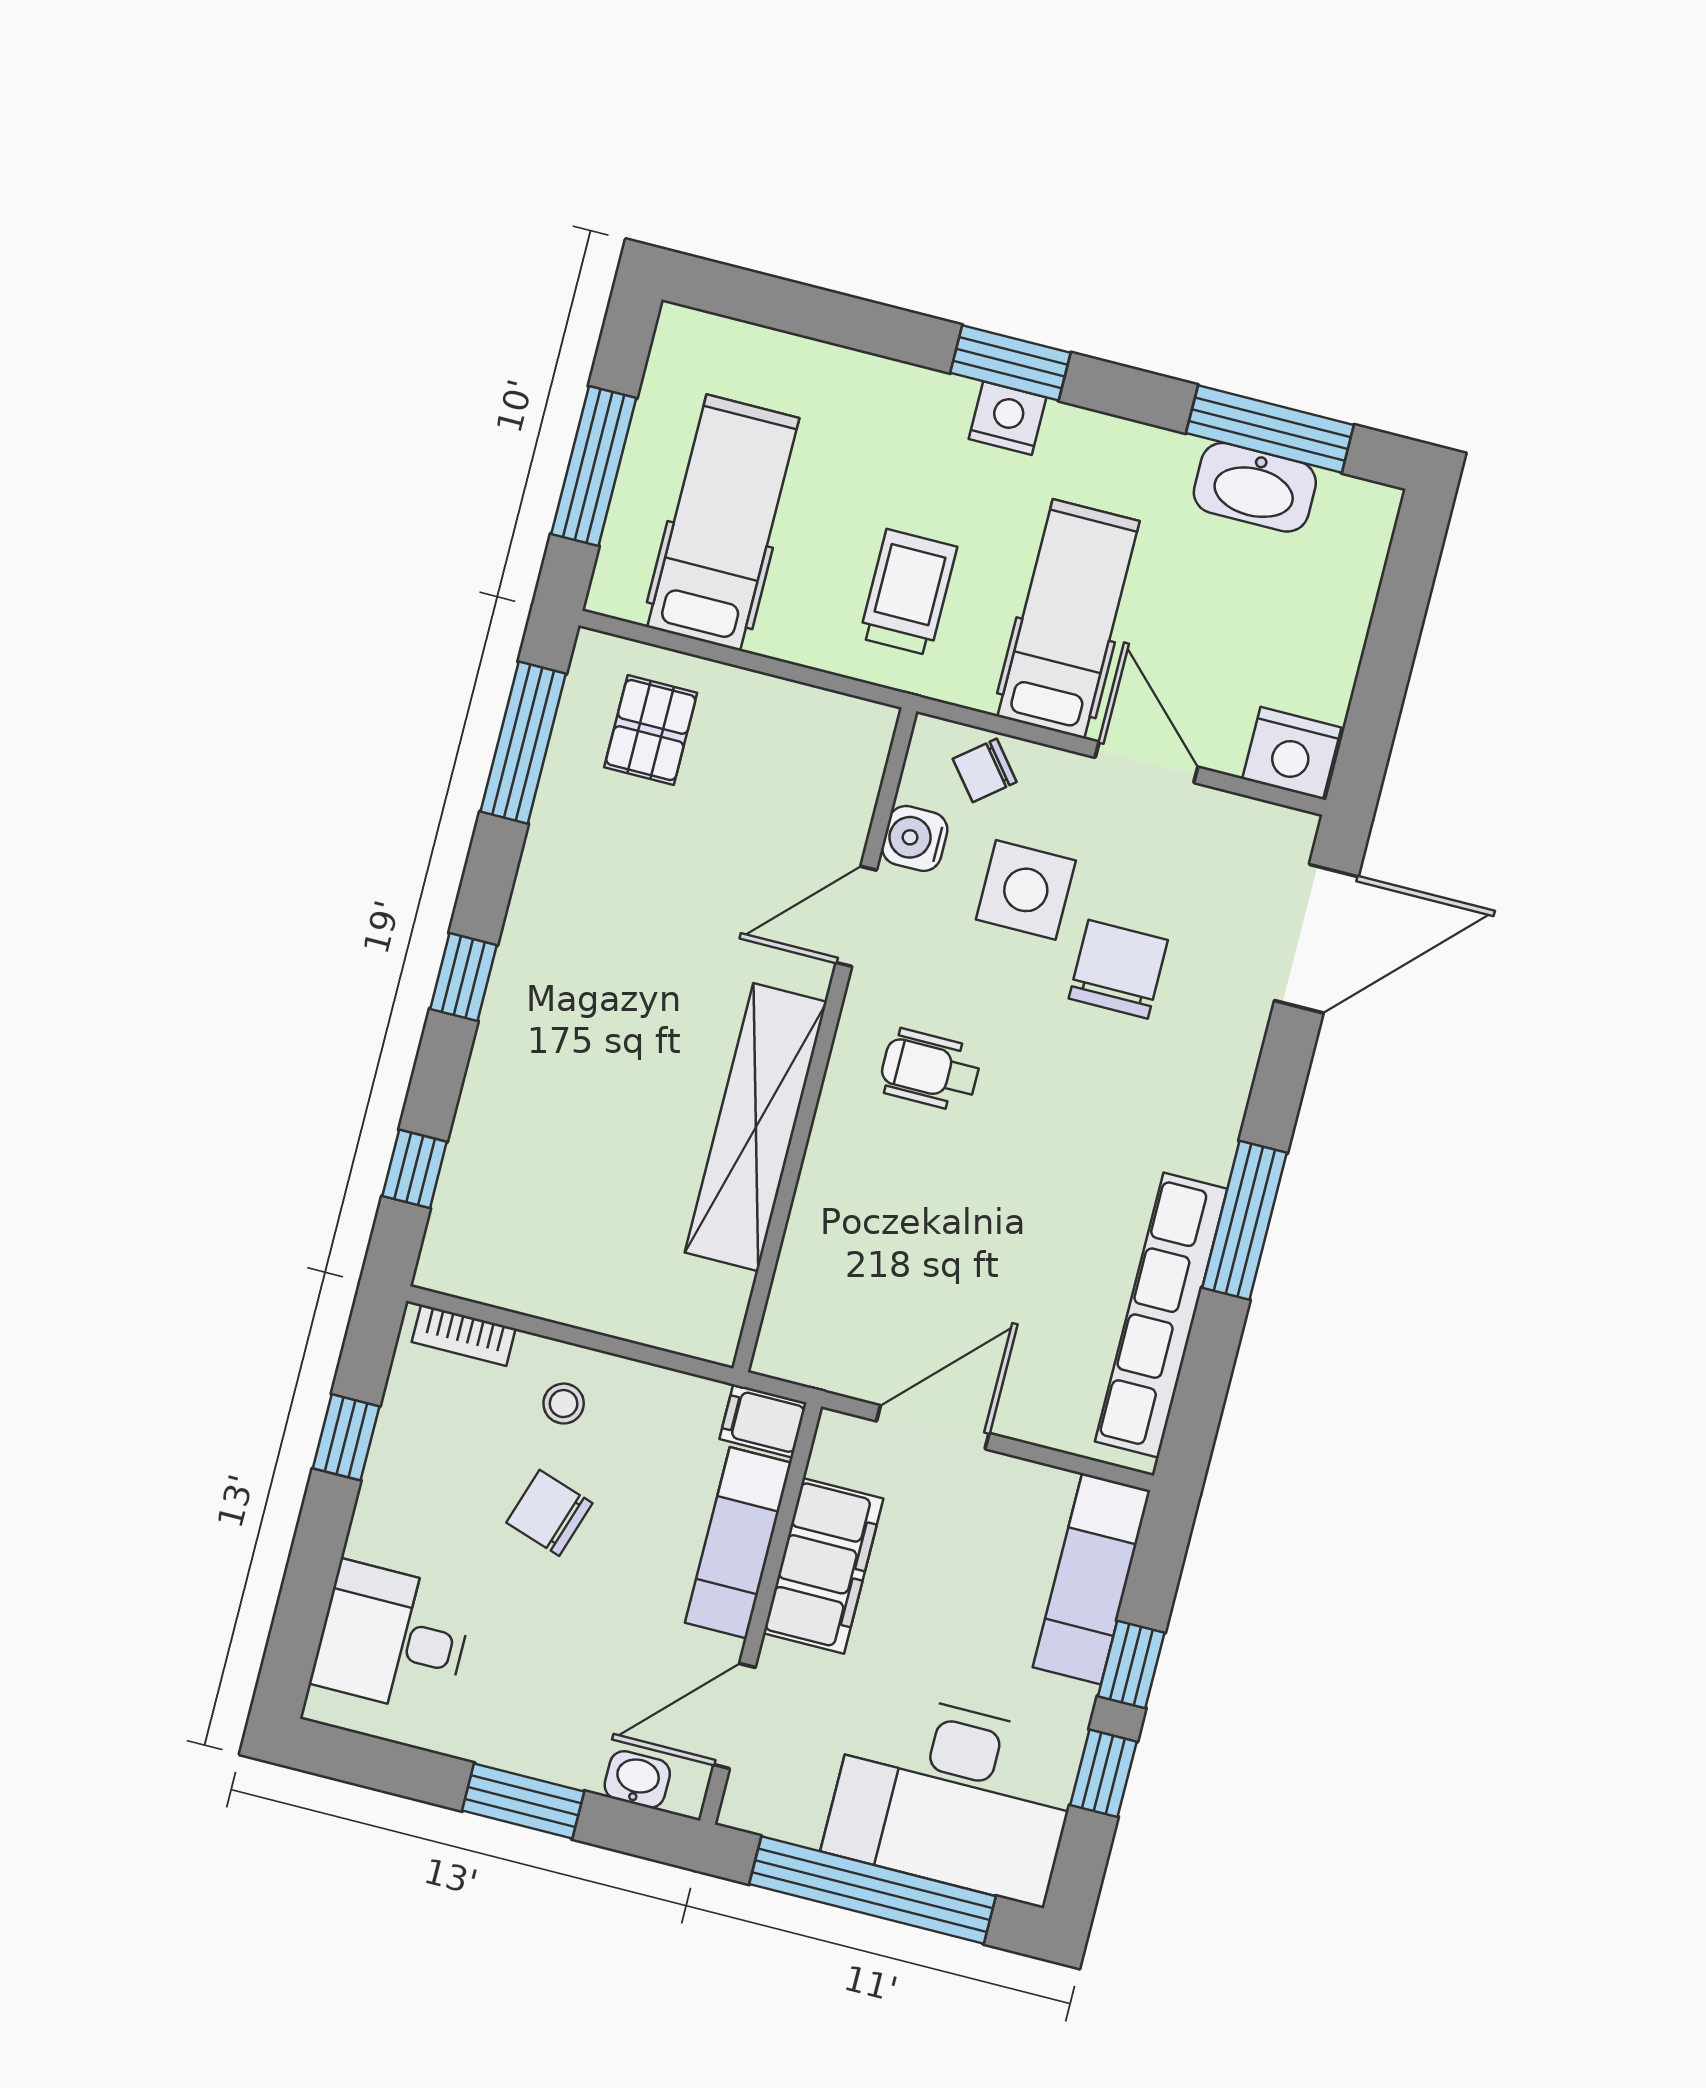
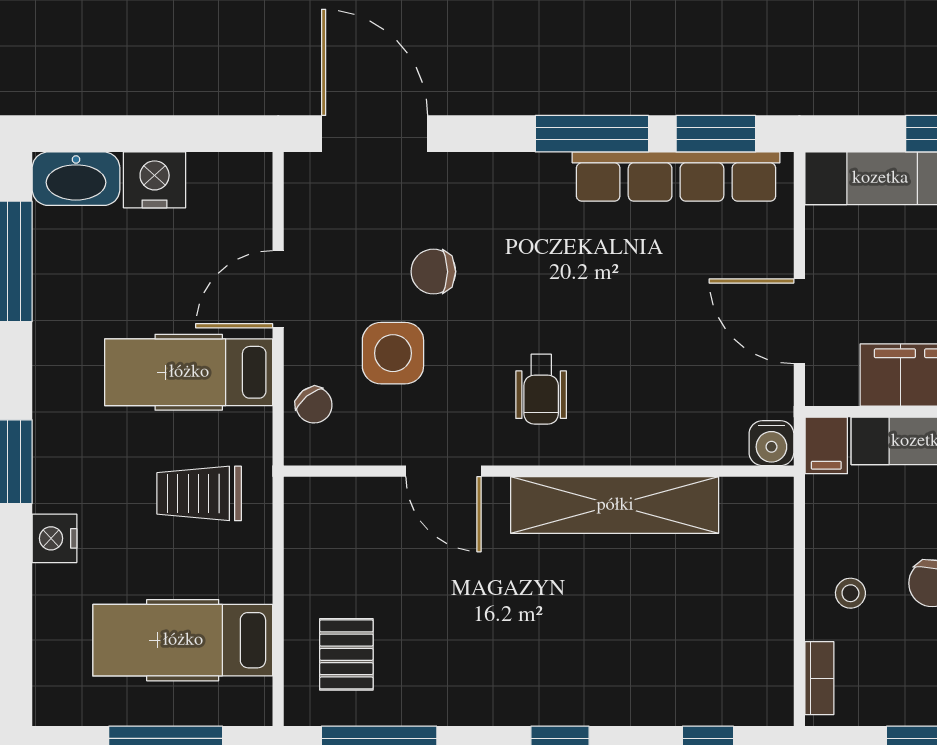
nightstand: (1008, 418) -> (55, 538), moved
washbasin: (1255, 487) -> (76, 179), moved, turned 90
pallet: (651, 730) -> (346, 654), turned 90
nightstand: (1292, 753) -> (155, 180), moved, turned -90
water cooler: (915, 838) -> (771, 443), moved
chair: (1118, 969) -> (433, 272), width x0.73, depth x0.73
window: (1204, 1381) -> (716, 134), added

